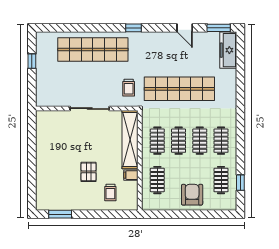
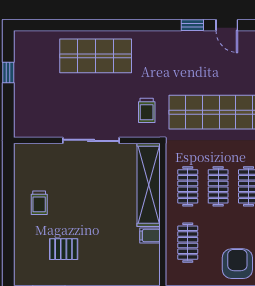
window: (134, 28) -> (192, 25), moved
shop shelf: (93, 50) -> (96, 56), width x0.71
pallet: (89, 172) -> (64, 249), moved, turned 90
trolley: (110, 192) -> (39, 203), moved

